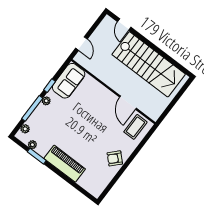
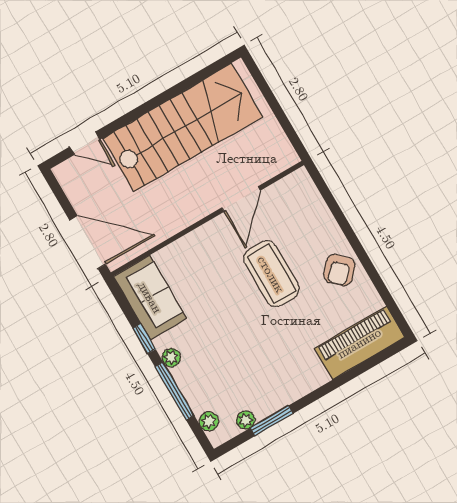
door: (81, 44) -> (88, 242), width x1.88
door: (128, 103) -> (241, 199), hinge flipped
coffee table: (135, 127) -> (271, 274), moved, width x1.36, depth x1.32
piano: (65, 164) -> (359, 343), moved

